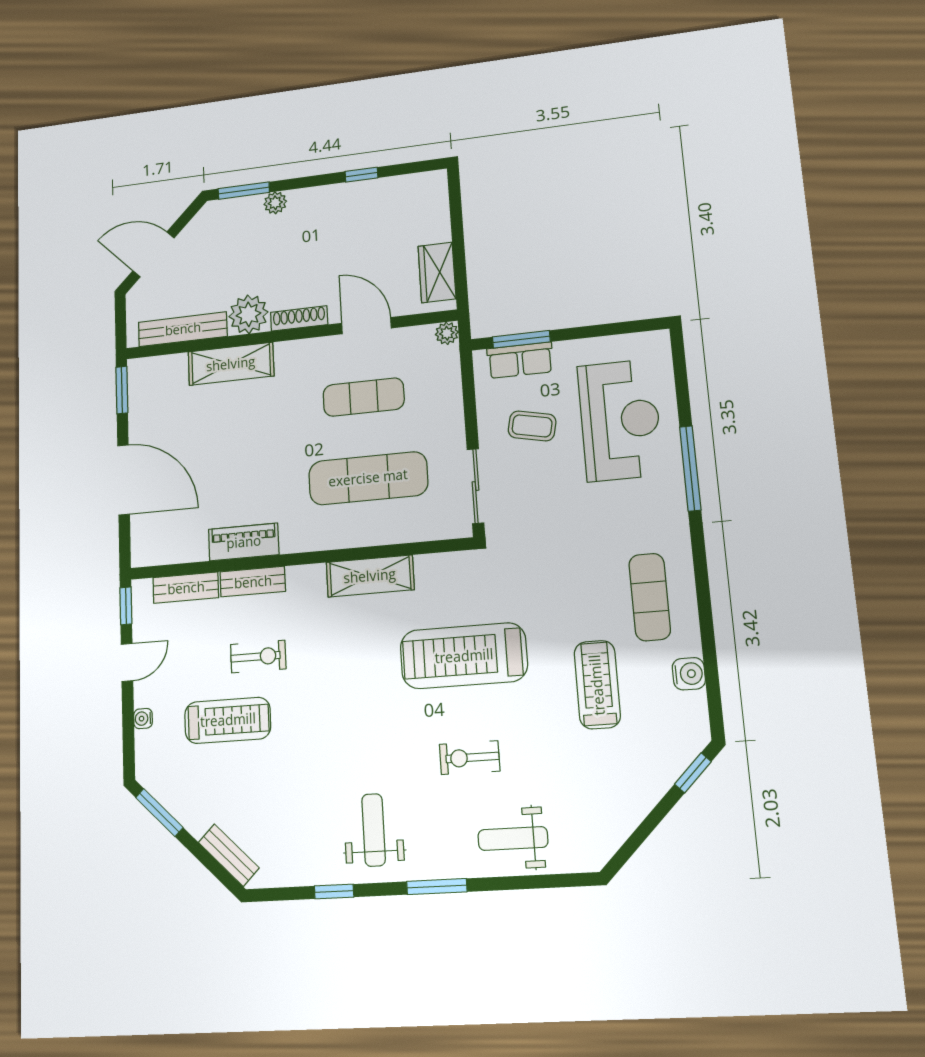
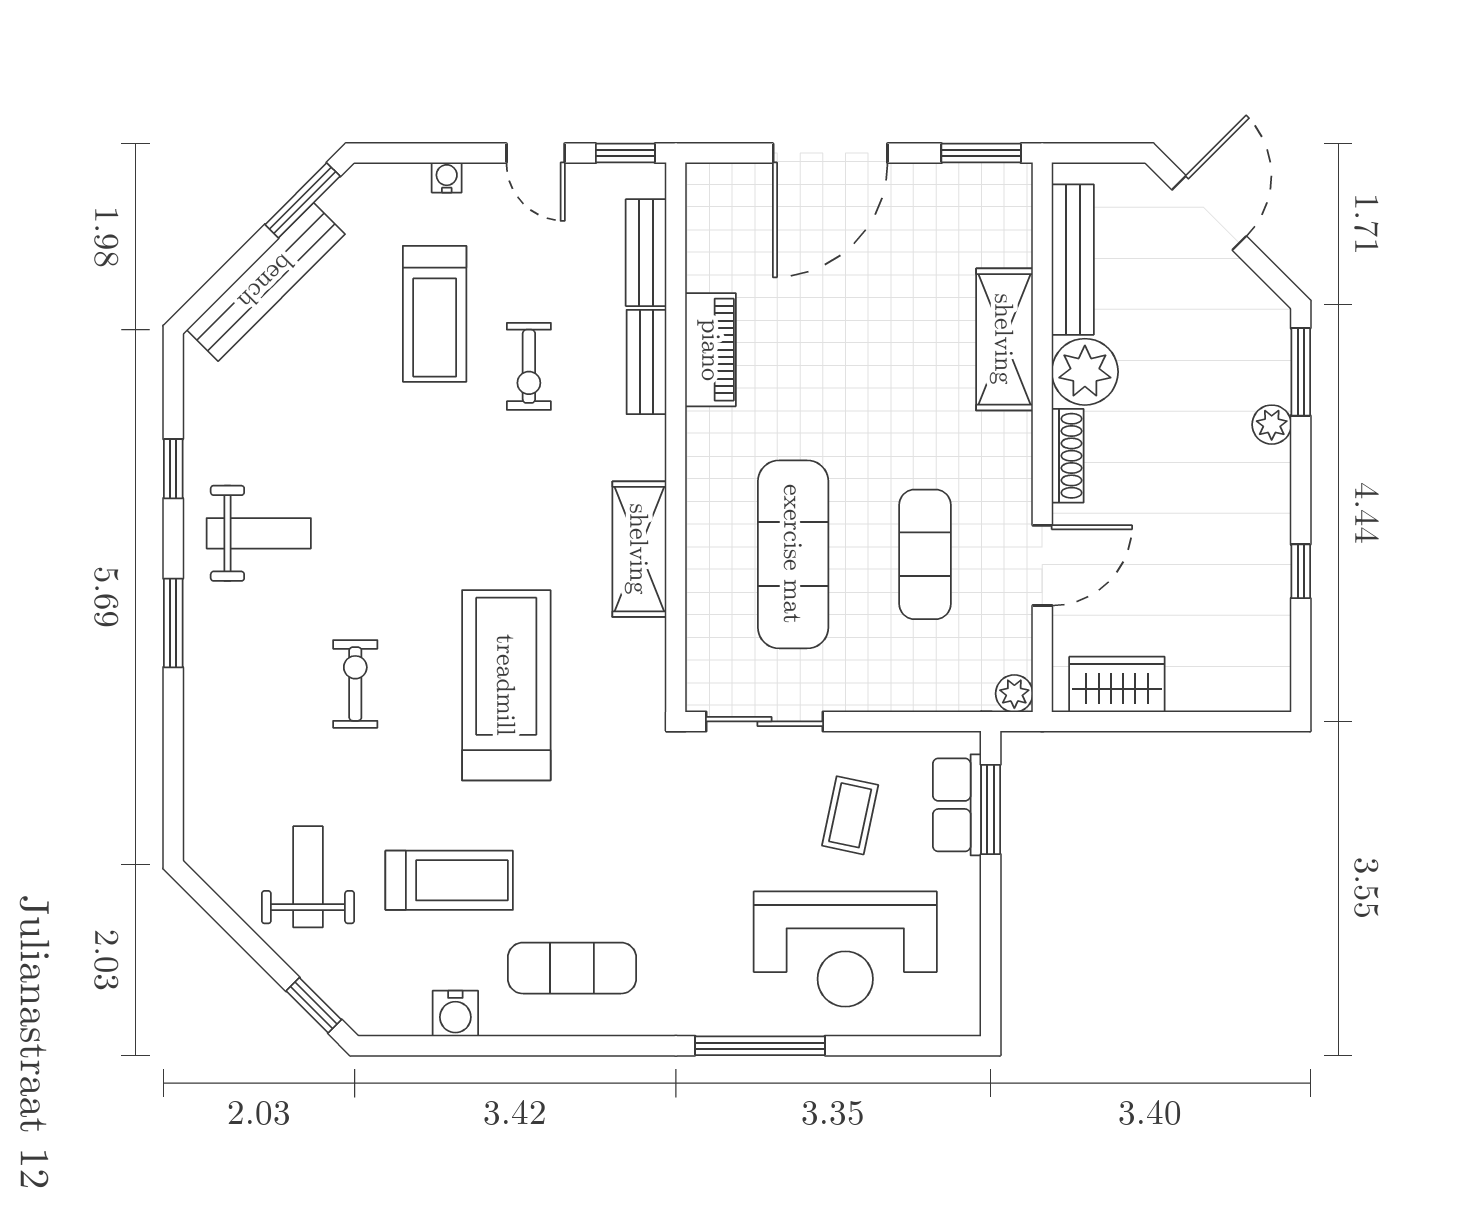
weight bench: (513, 839) -> (308, 877), moved
bench: (229, 855) -> (266, 282), width x1.86, depth x1.21

